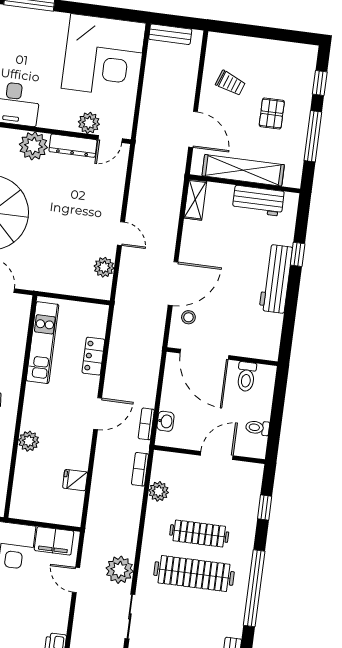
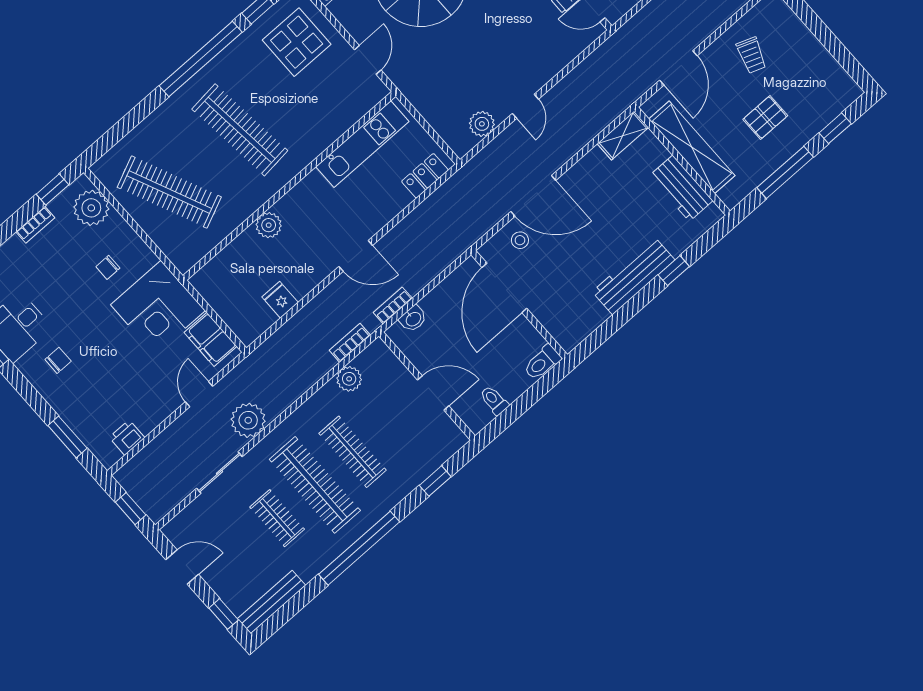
locker: (93, 356) -> (425, 176), moved
toilet: (246, 377) -> (542, 362), moved
clothes rail: (189, 614) -> (277, 518), added

